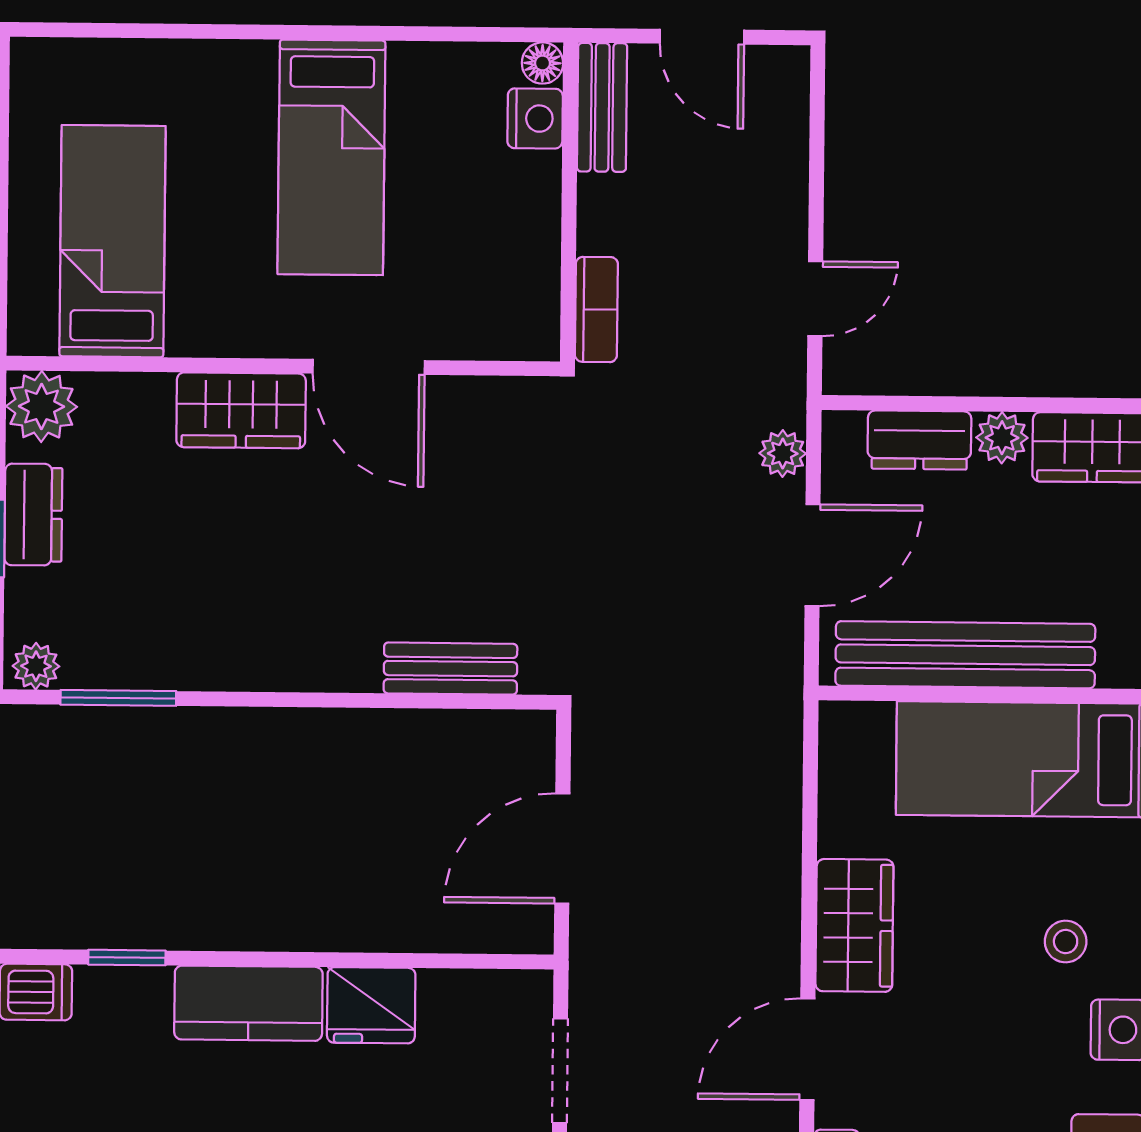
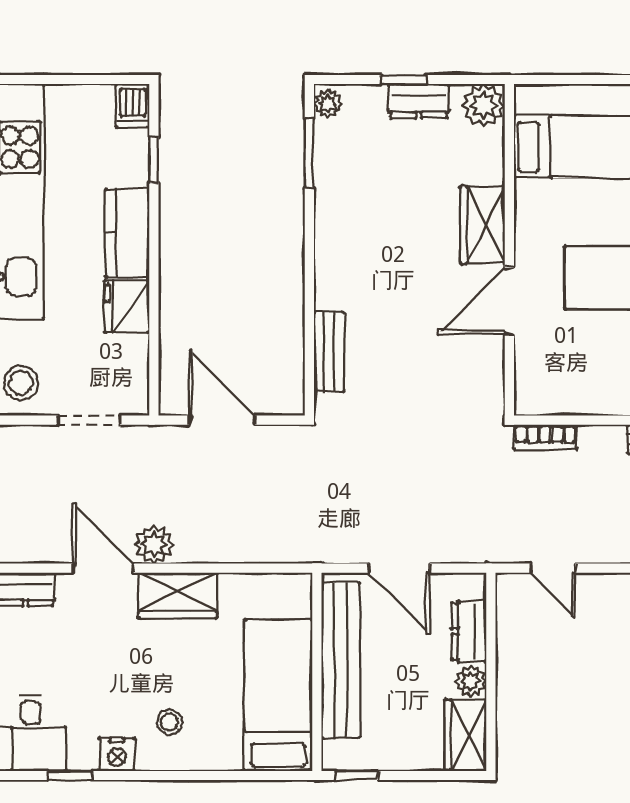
plant: (783, 453) -> (154, 544), moved, width x1.38, depth x1.38

